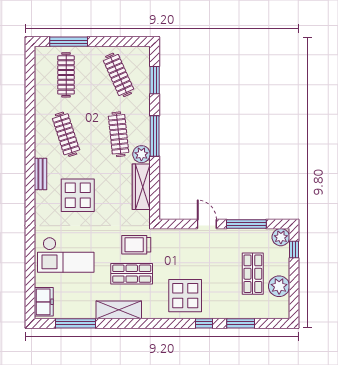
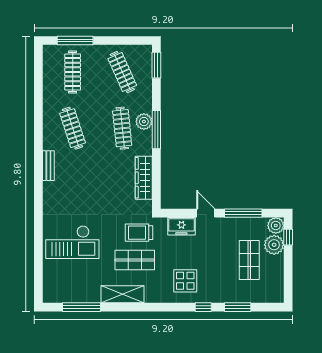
window: (155, 80) -> (156, 65), moved
plant: (141, 154) -> (144, 122), moved
display table: (78, 195) -> (84, 186), removed
plant: (279, 286) -> (274, 245), moved
display table: (185, 296) -> (185, 281), width x0.73, depth x0.73
freezer: (44, 302) -> (181, 226), moved, turned 90

